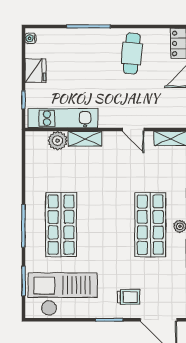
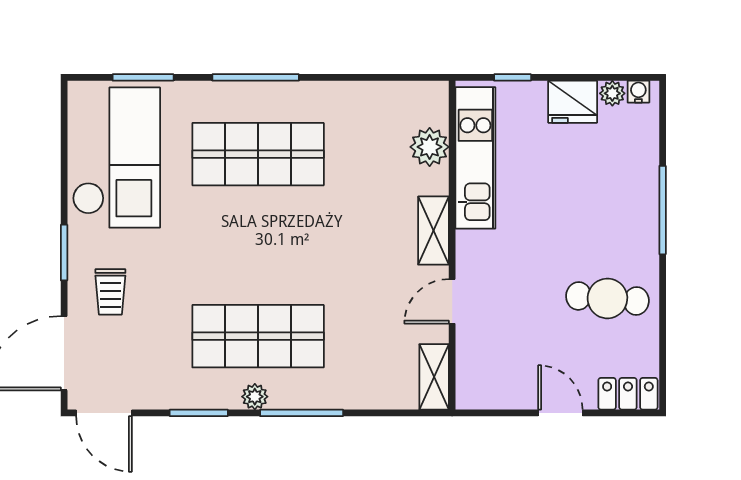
plant: (31, 51) -> (612, 93), added
shelving: (85, 139) -> (433, 231), moved

